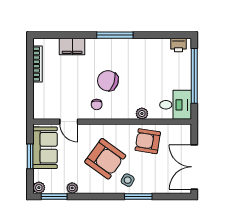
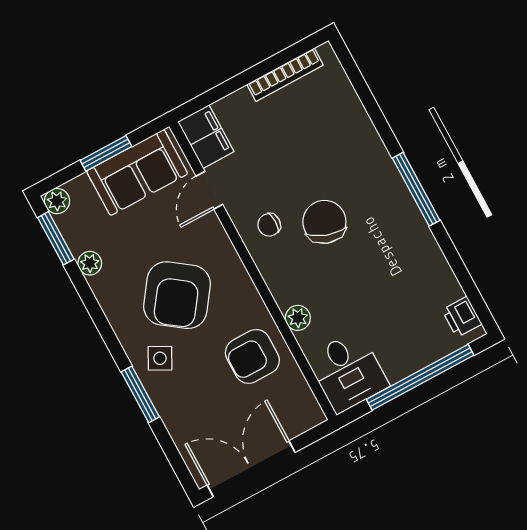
filing cabinet: (72, 46) -> (206, 137), moved, turned 180
armchair: (148, 141) -> (252, 356), turned -99

